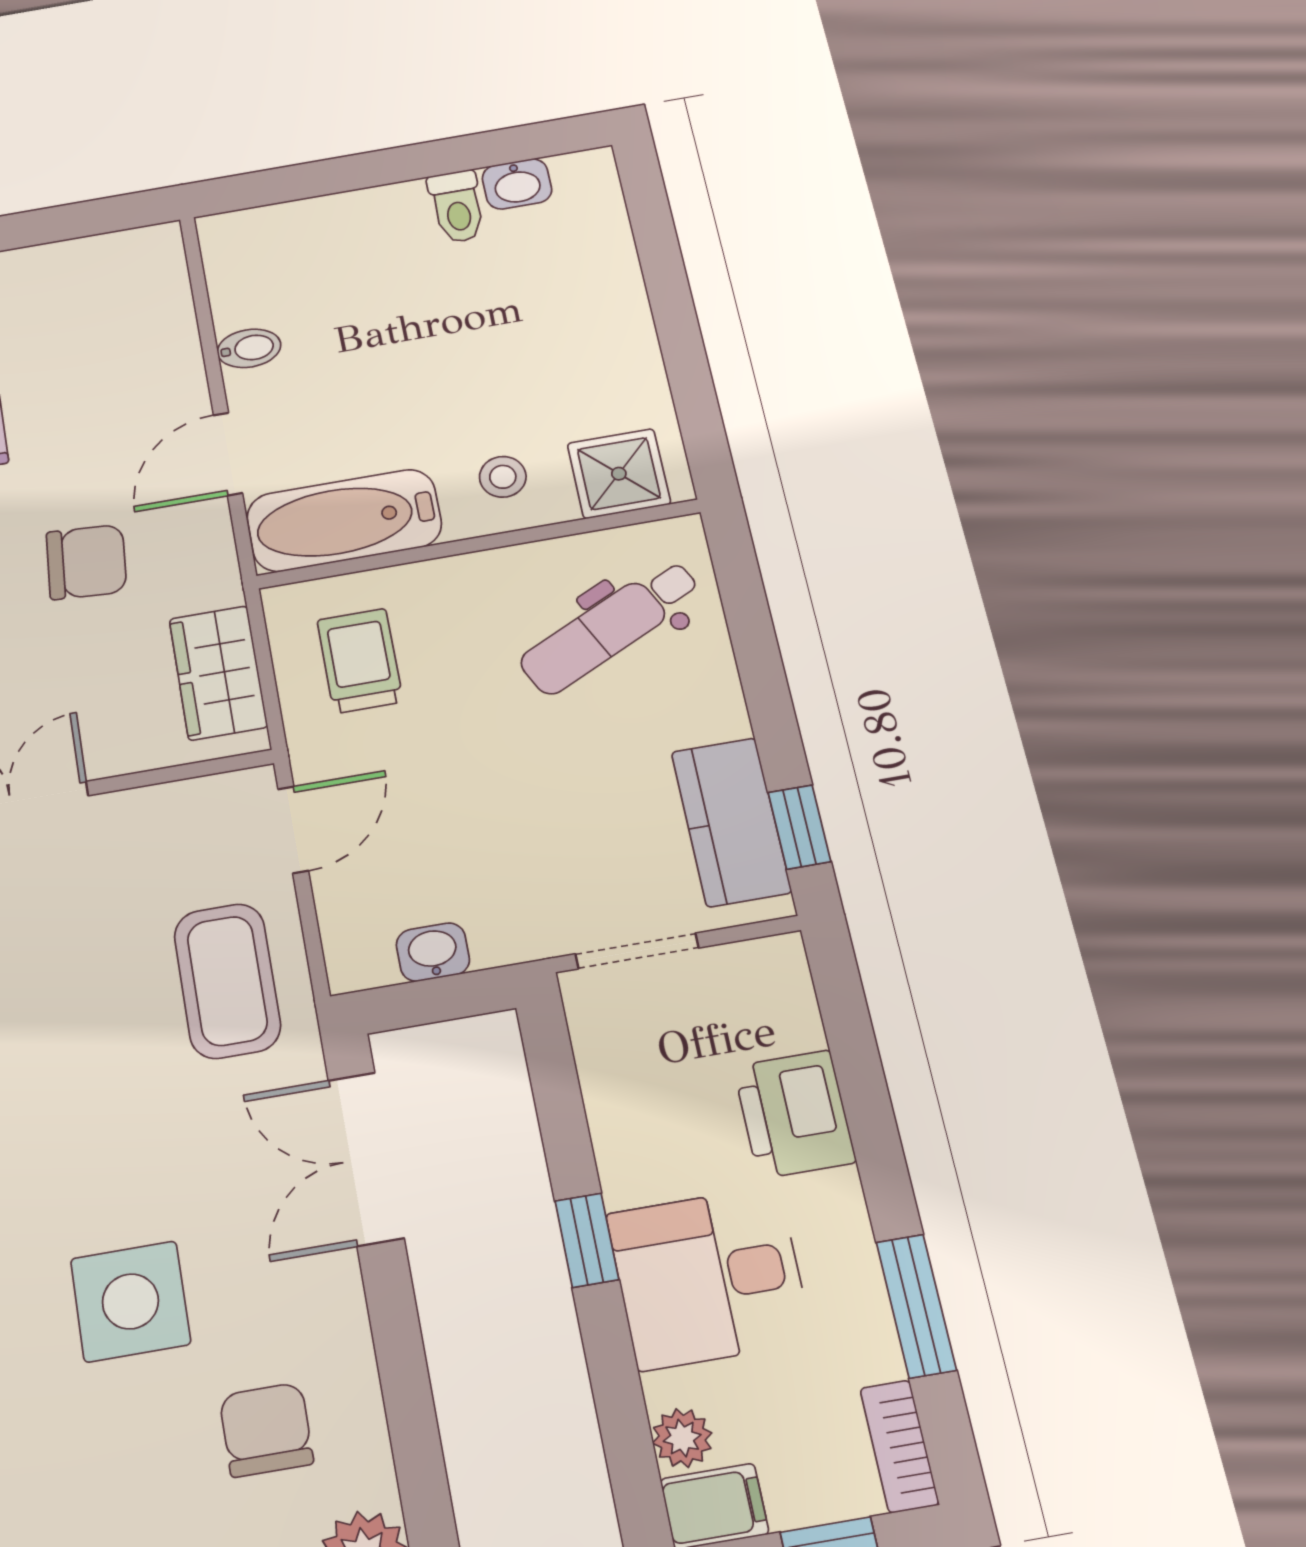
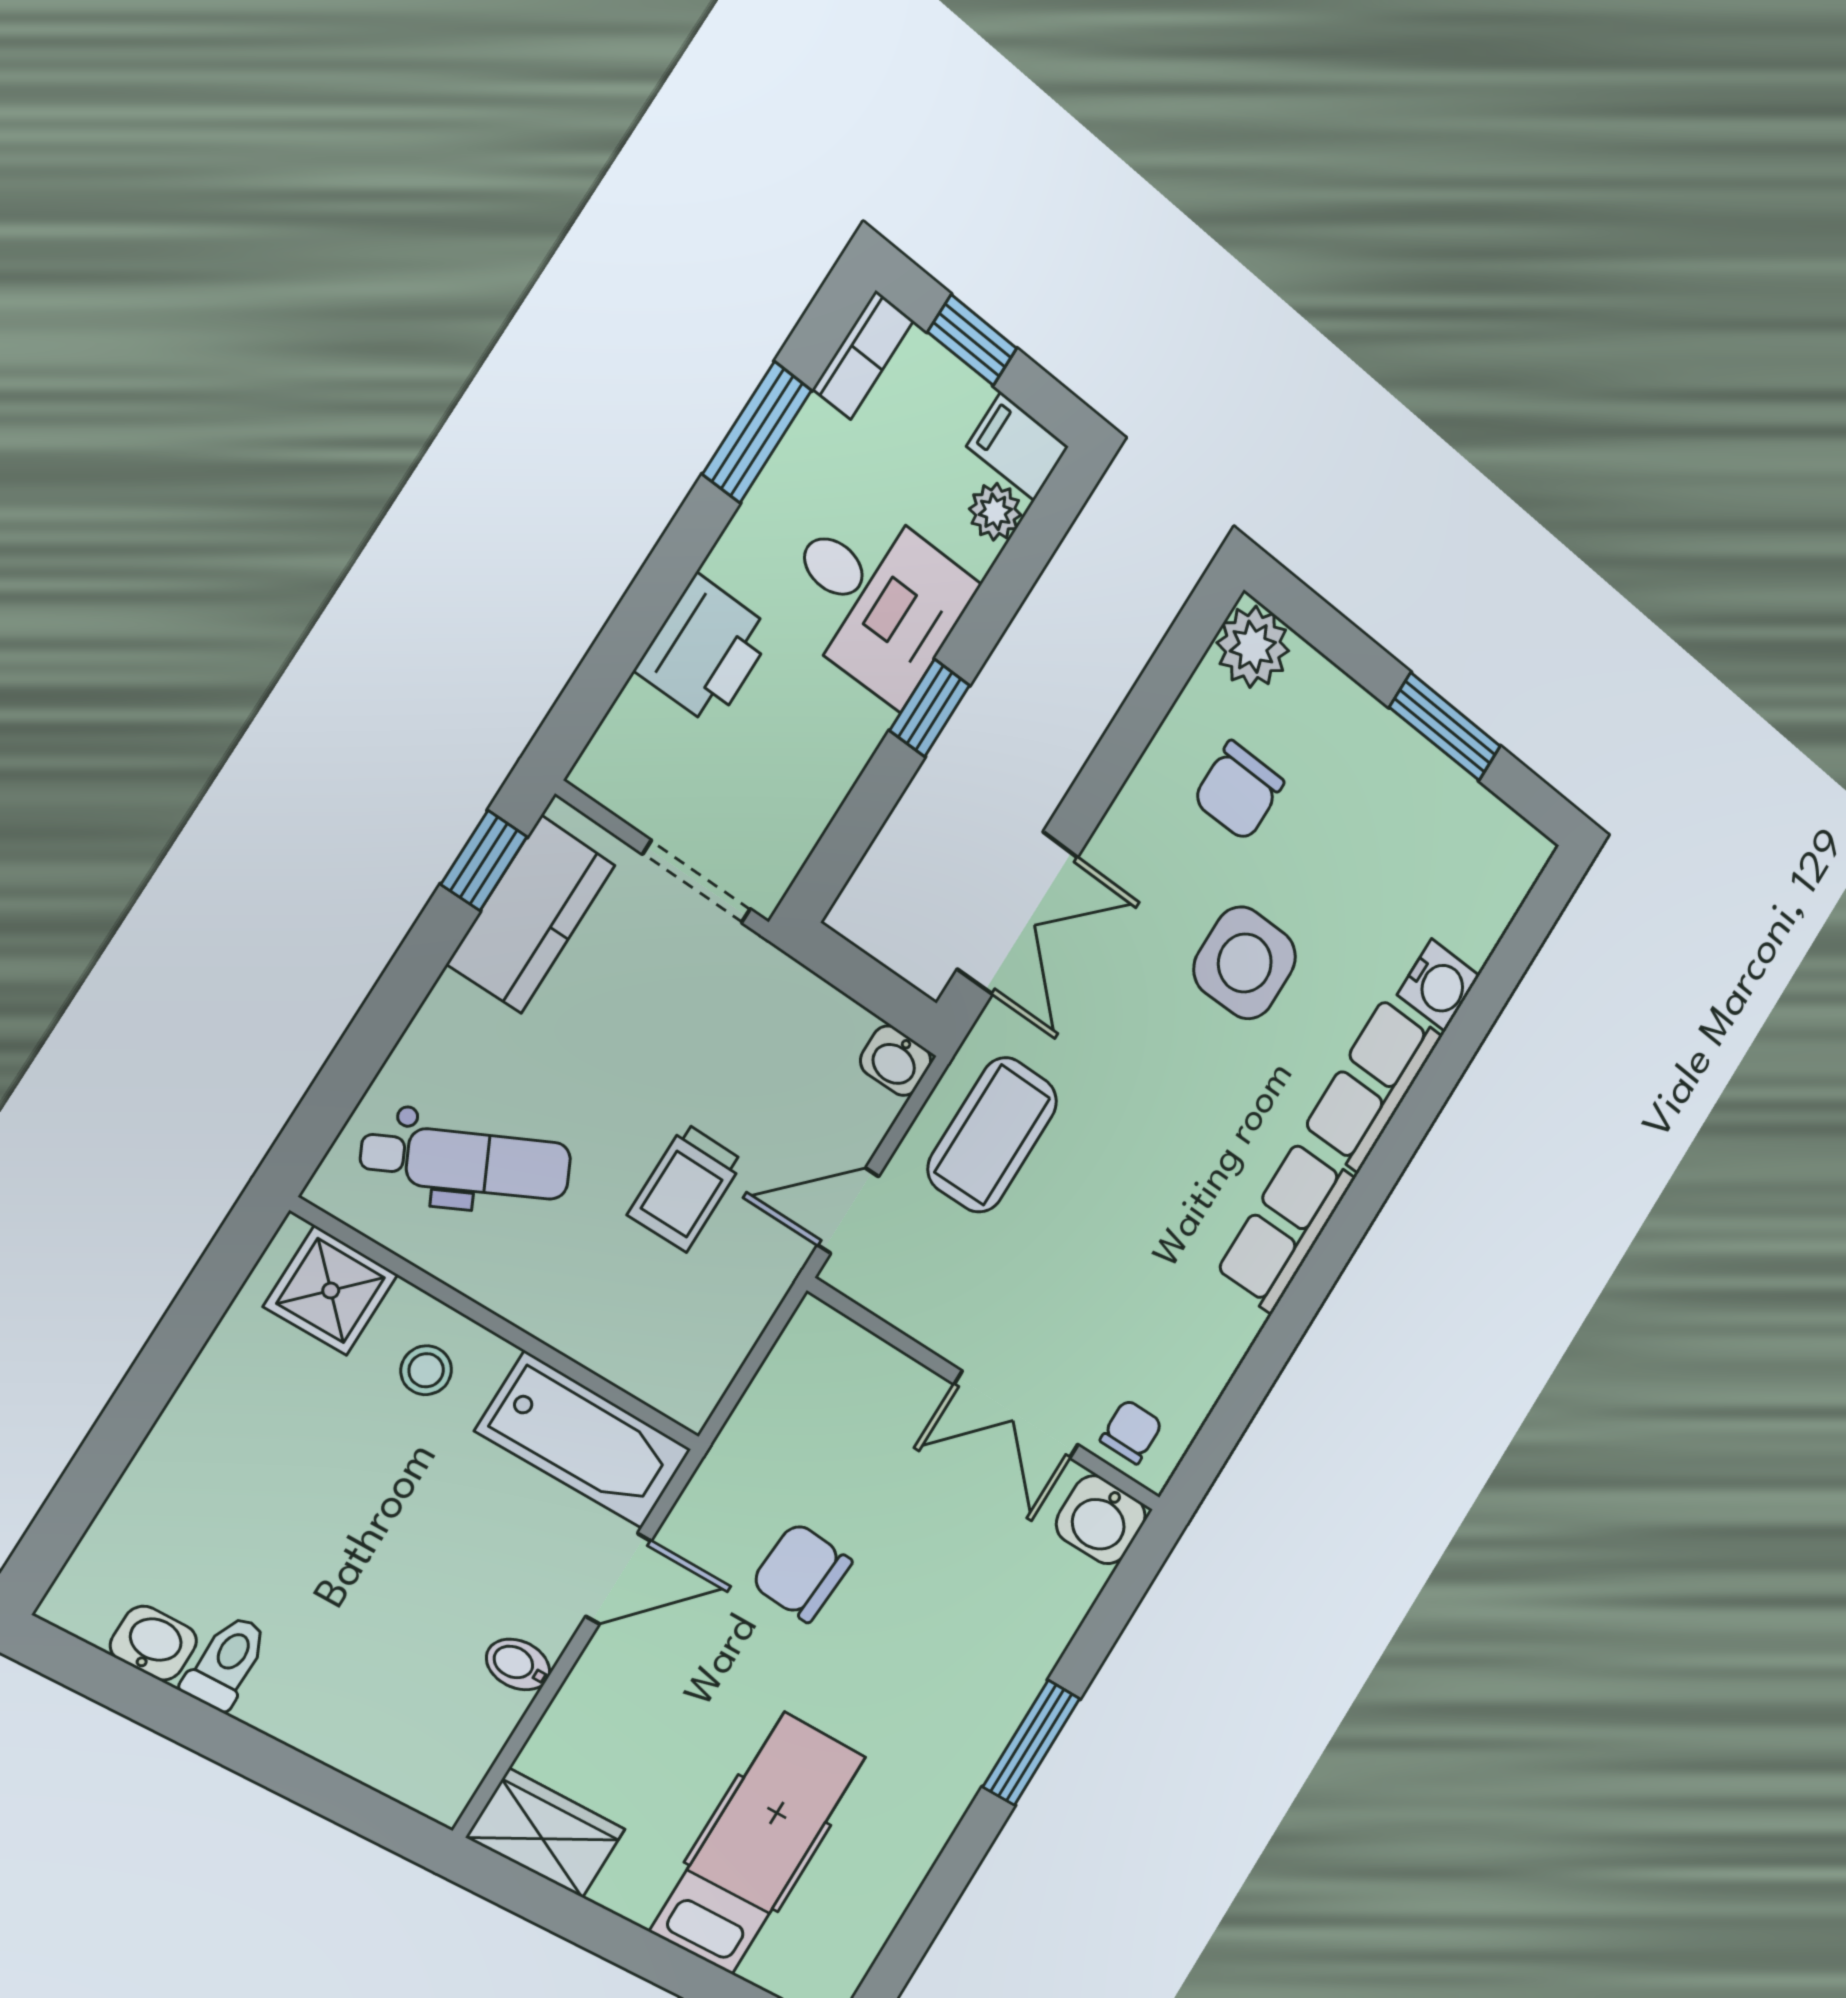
trolley: (360, 661) -> (686, 1188), moved
wardrobe: (218, 673) -> (546, 1833), moved, turned -90
washbasin: (433, 952) -> (896, 1061), moved

